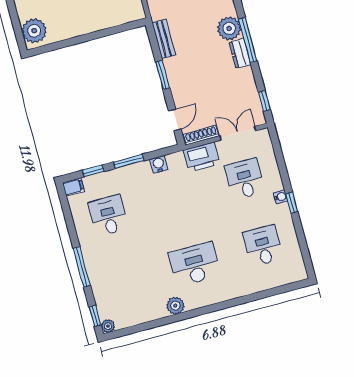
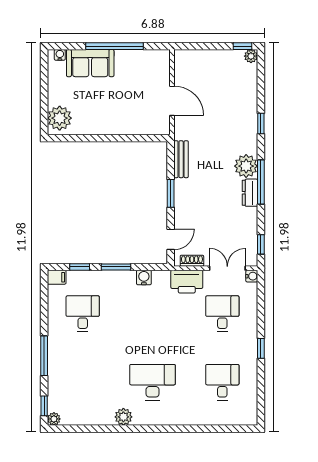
shoe rack: (201, 135) -> (192, 261), width x0.70
water cooler: (281, 197) -> (252, 276), moved

